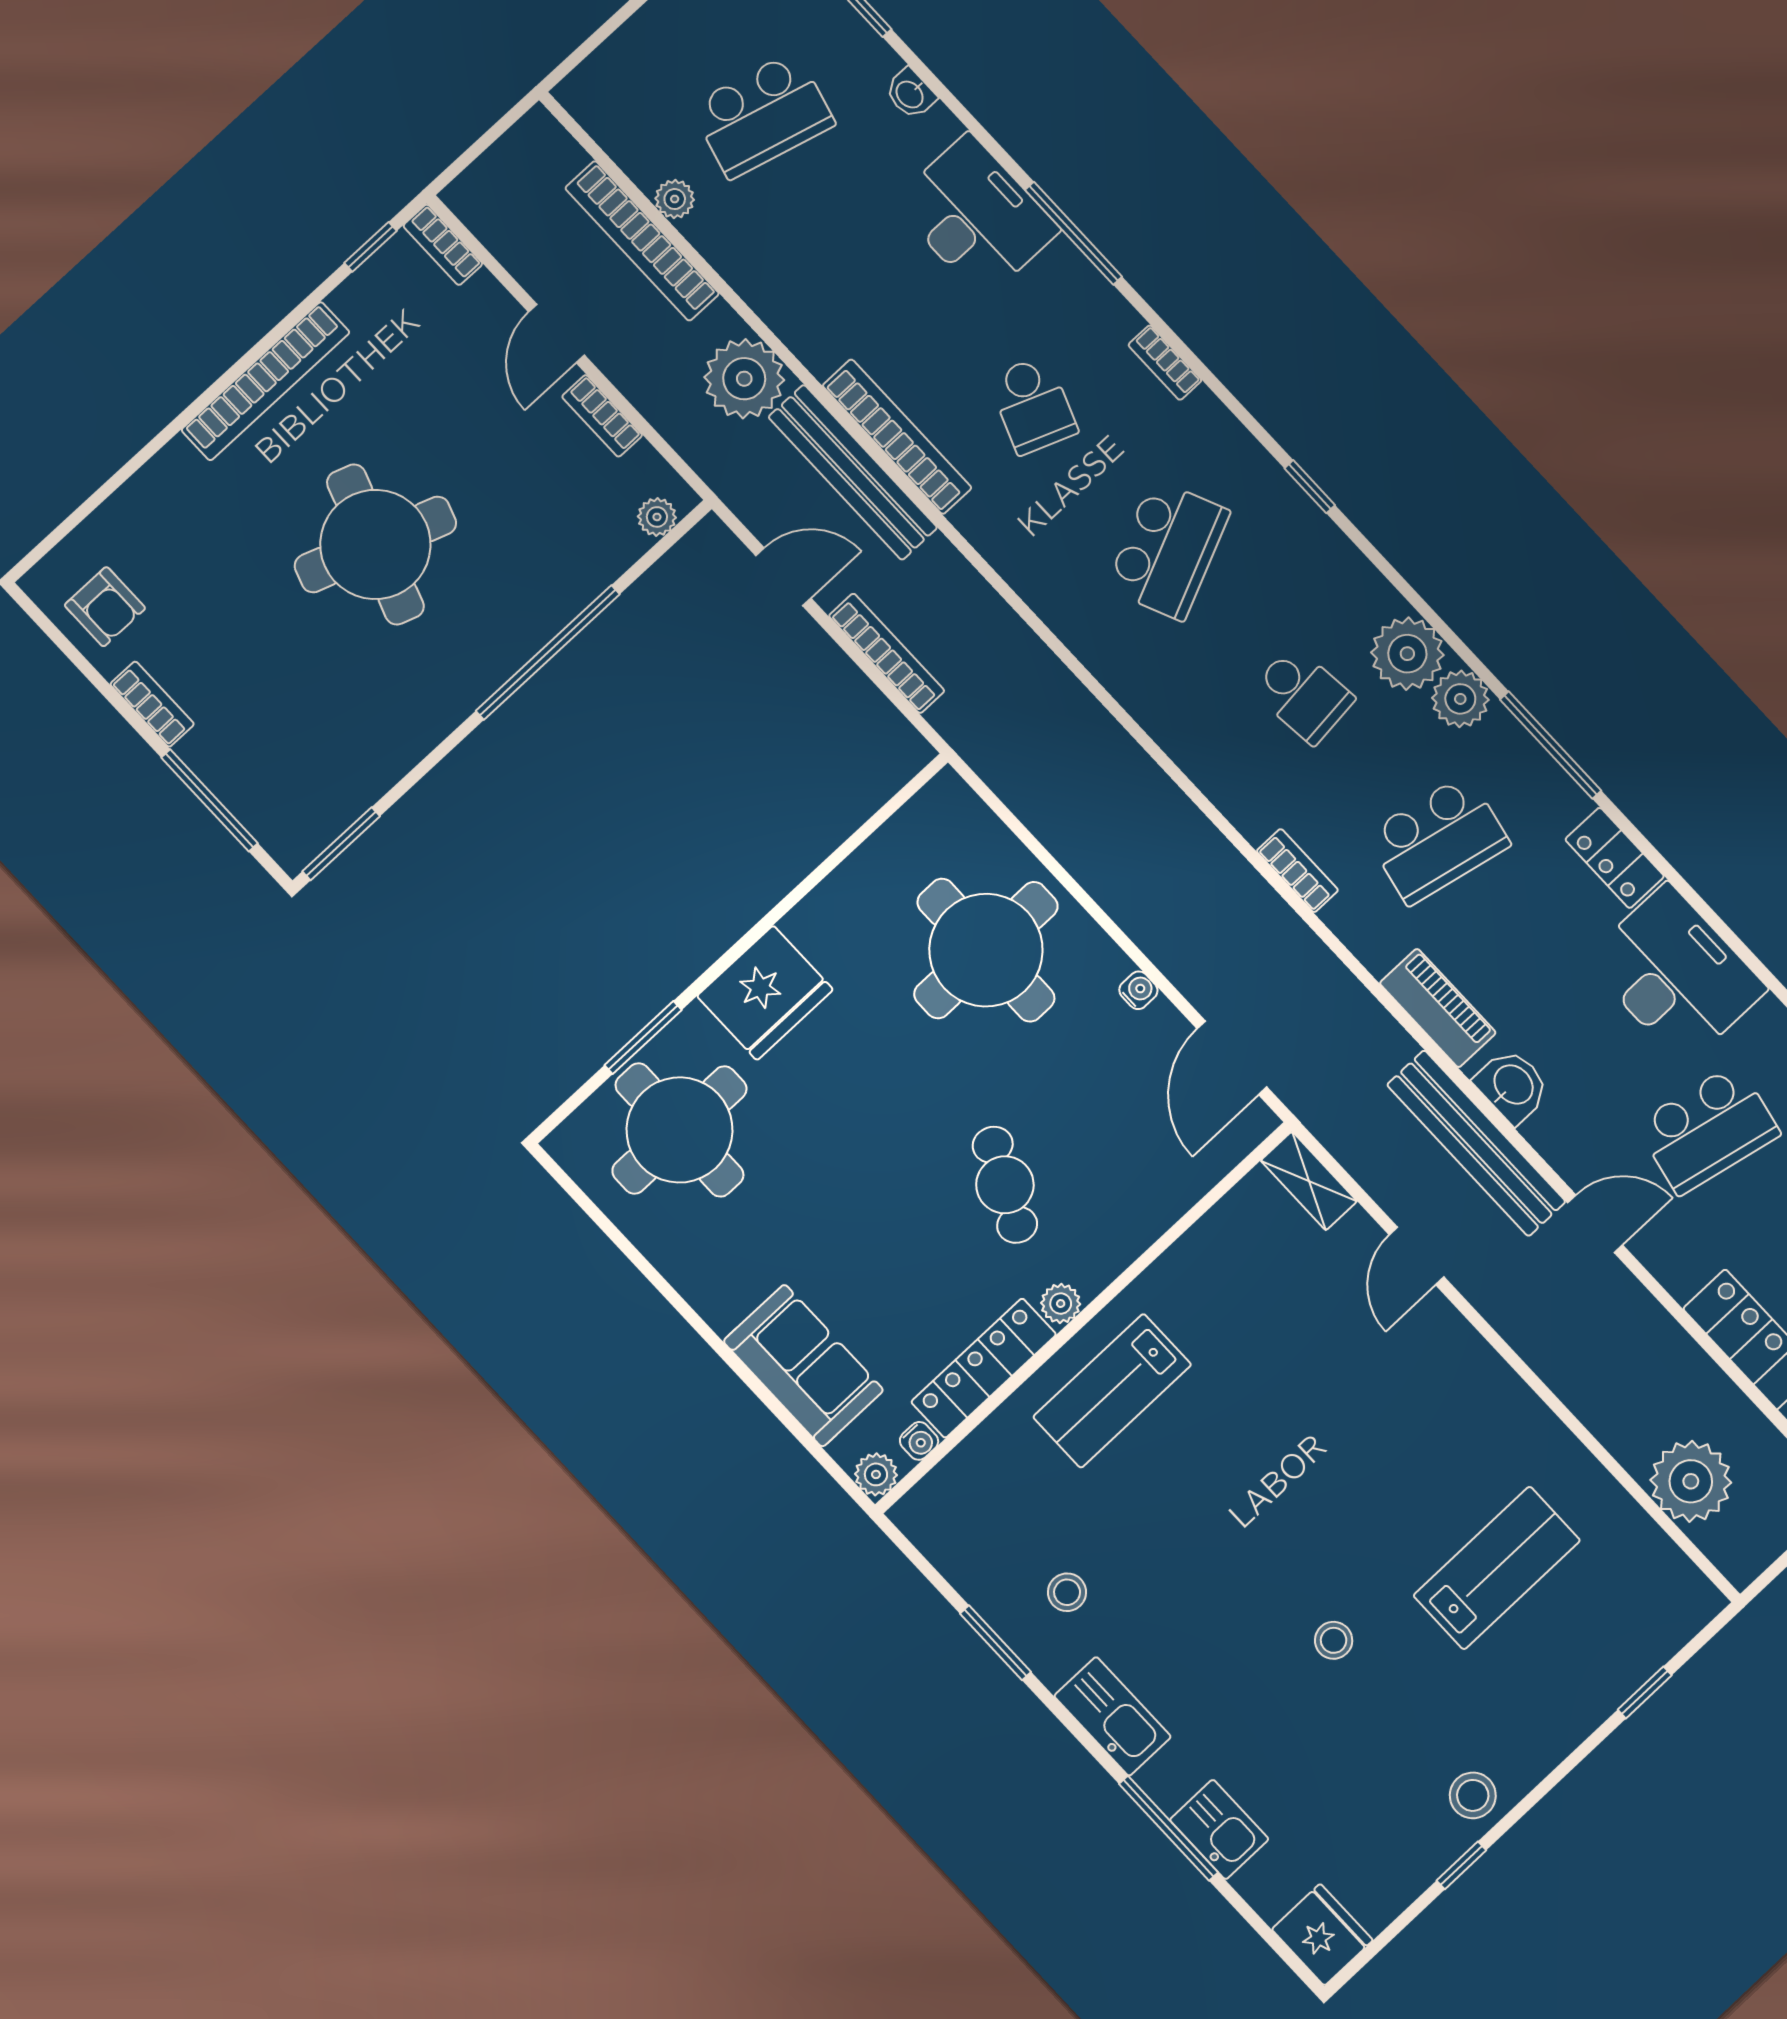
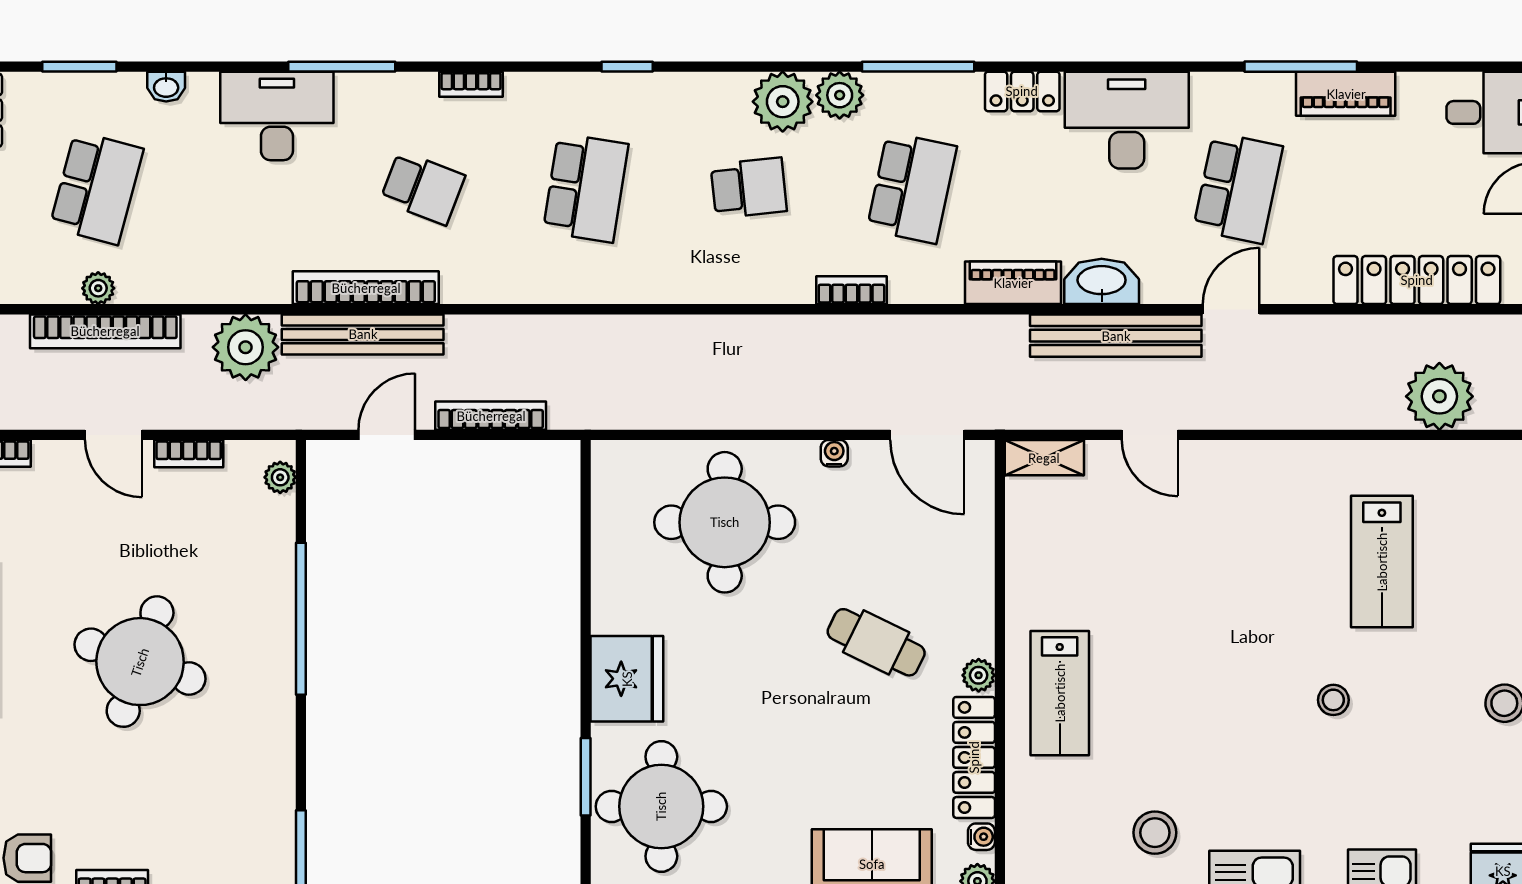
school desk: (1168, 550) -> (586, 188), turned 33
washbasin: (1512, 1086) -> (1102, 281), width x1.38
lab bench: (1497, 1568) -> (1382, 562), turned 180
stool: (1067, 1592) -> (1155, 833), width x1.37, depth x1.37

